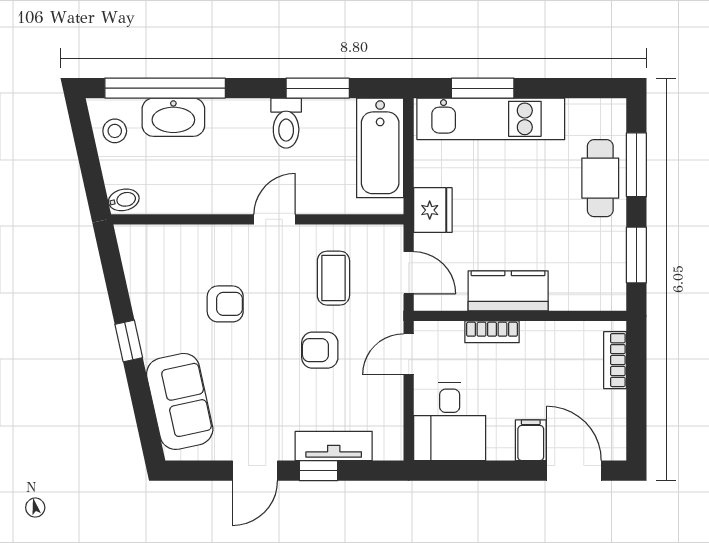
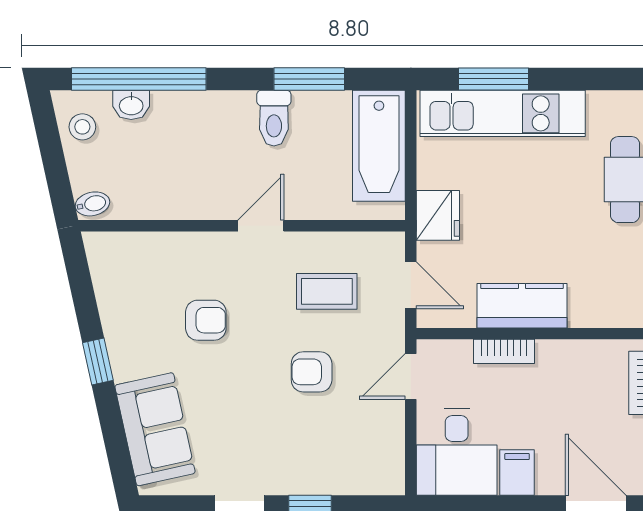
washbasin: (173, 117) -> (131, 105), width x0.52, depth x0.69
coffee table: (333, 278) -> (327, 291), turned 90
filing cabinet: (531, 440) -> (517, 473), moved
tv unit: (334, 446) -> (327, 479), removed

